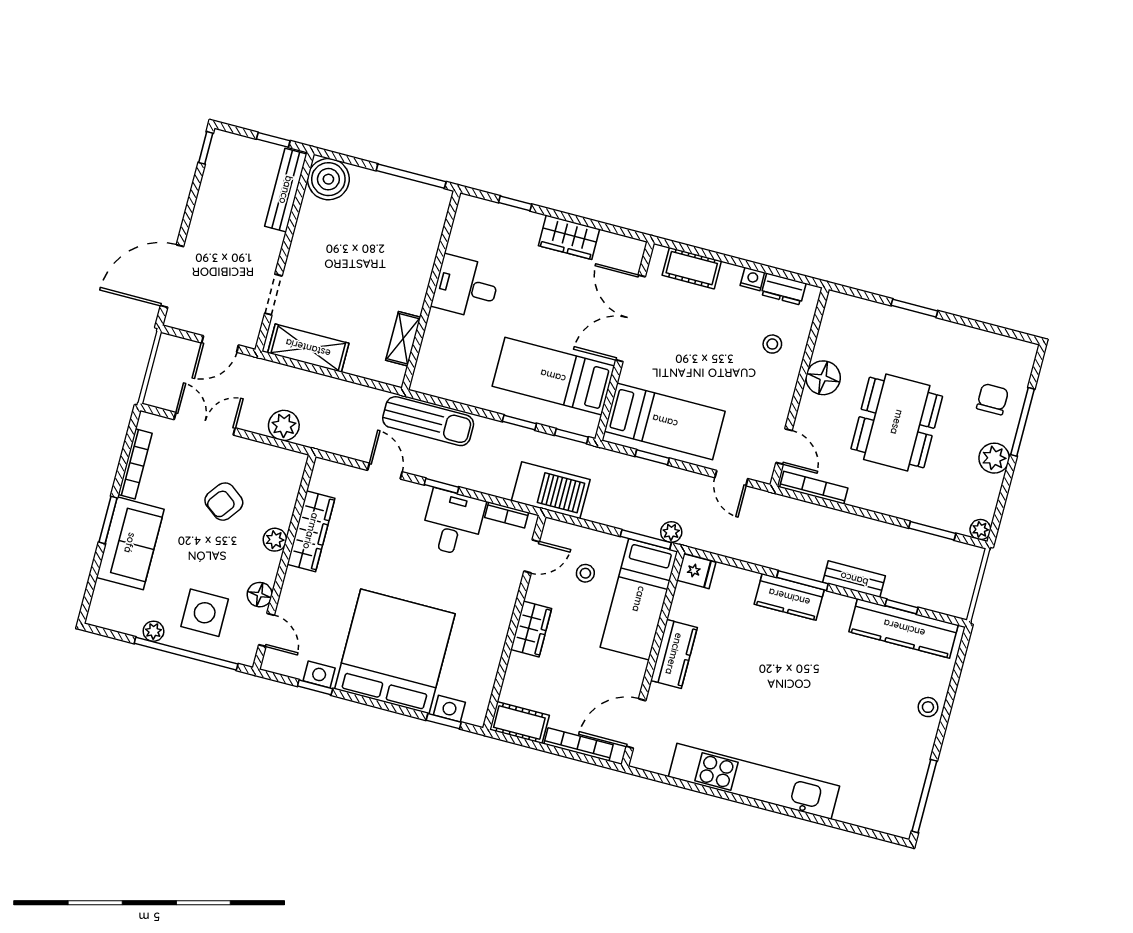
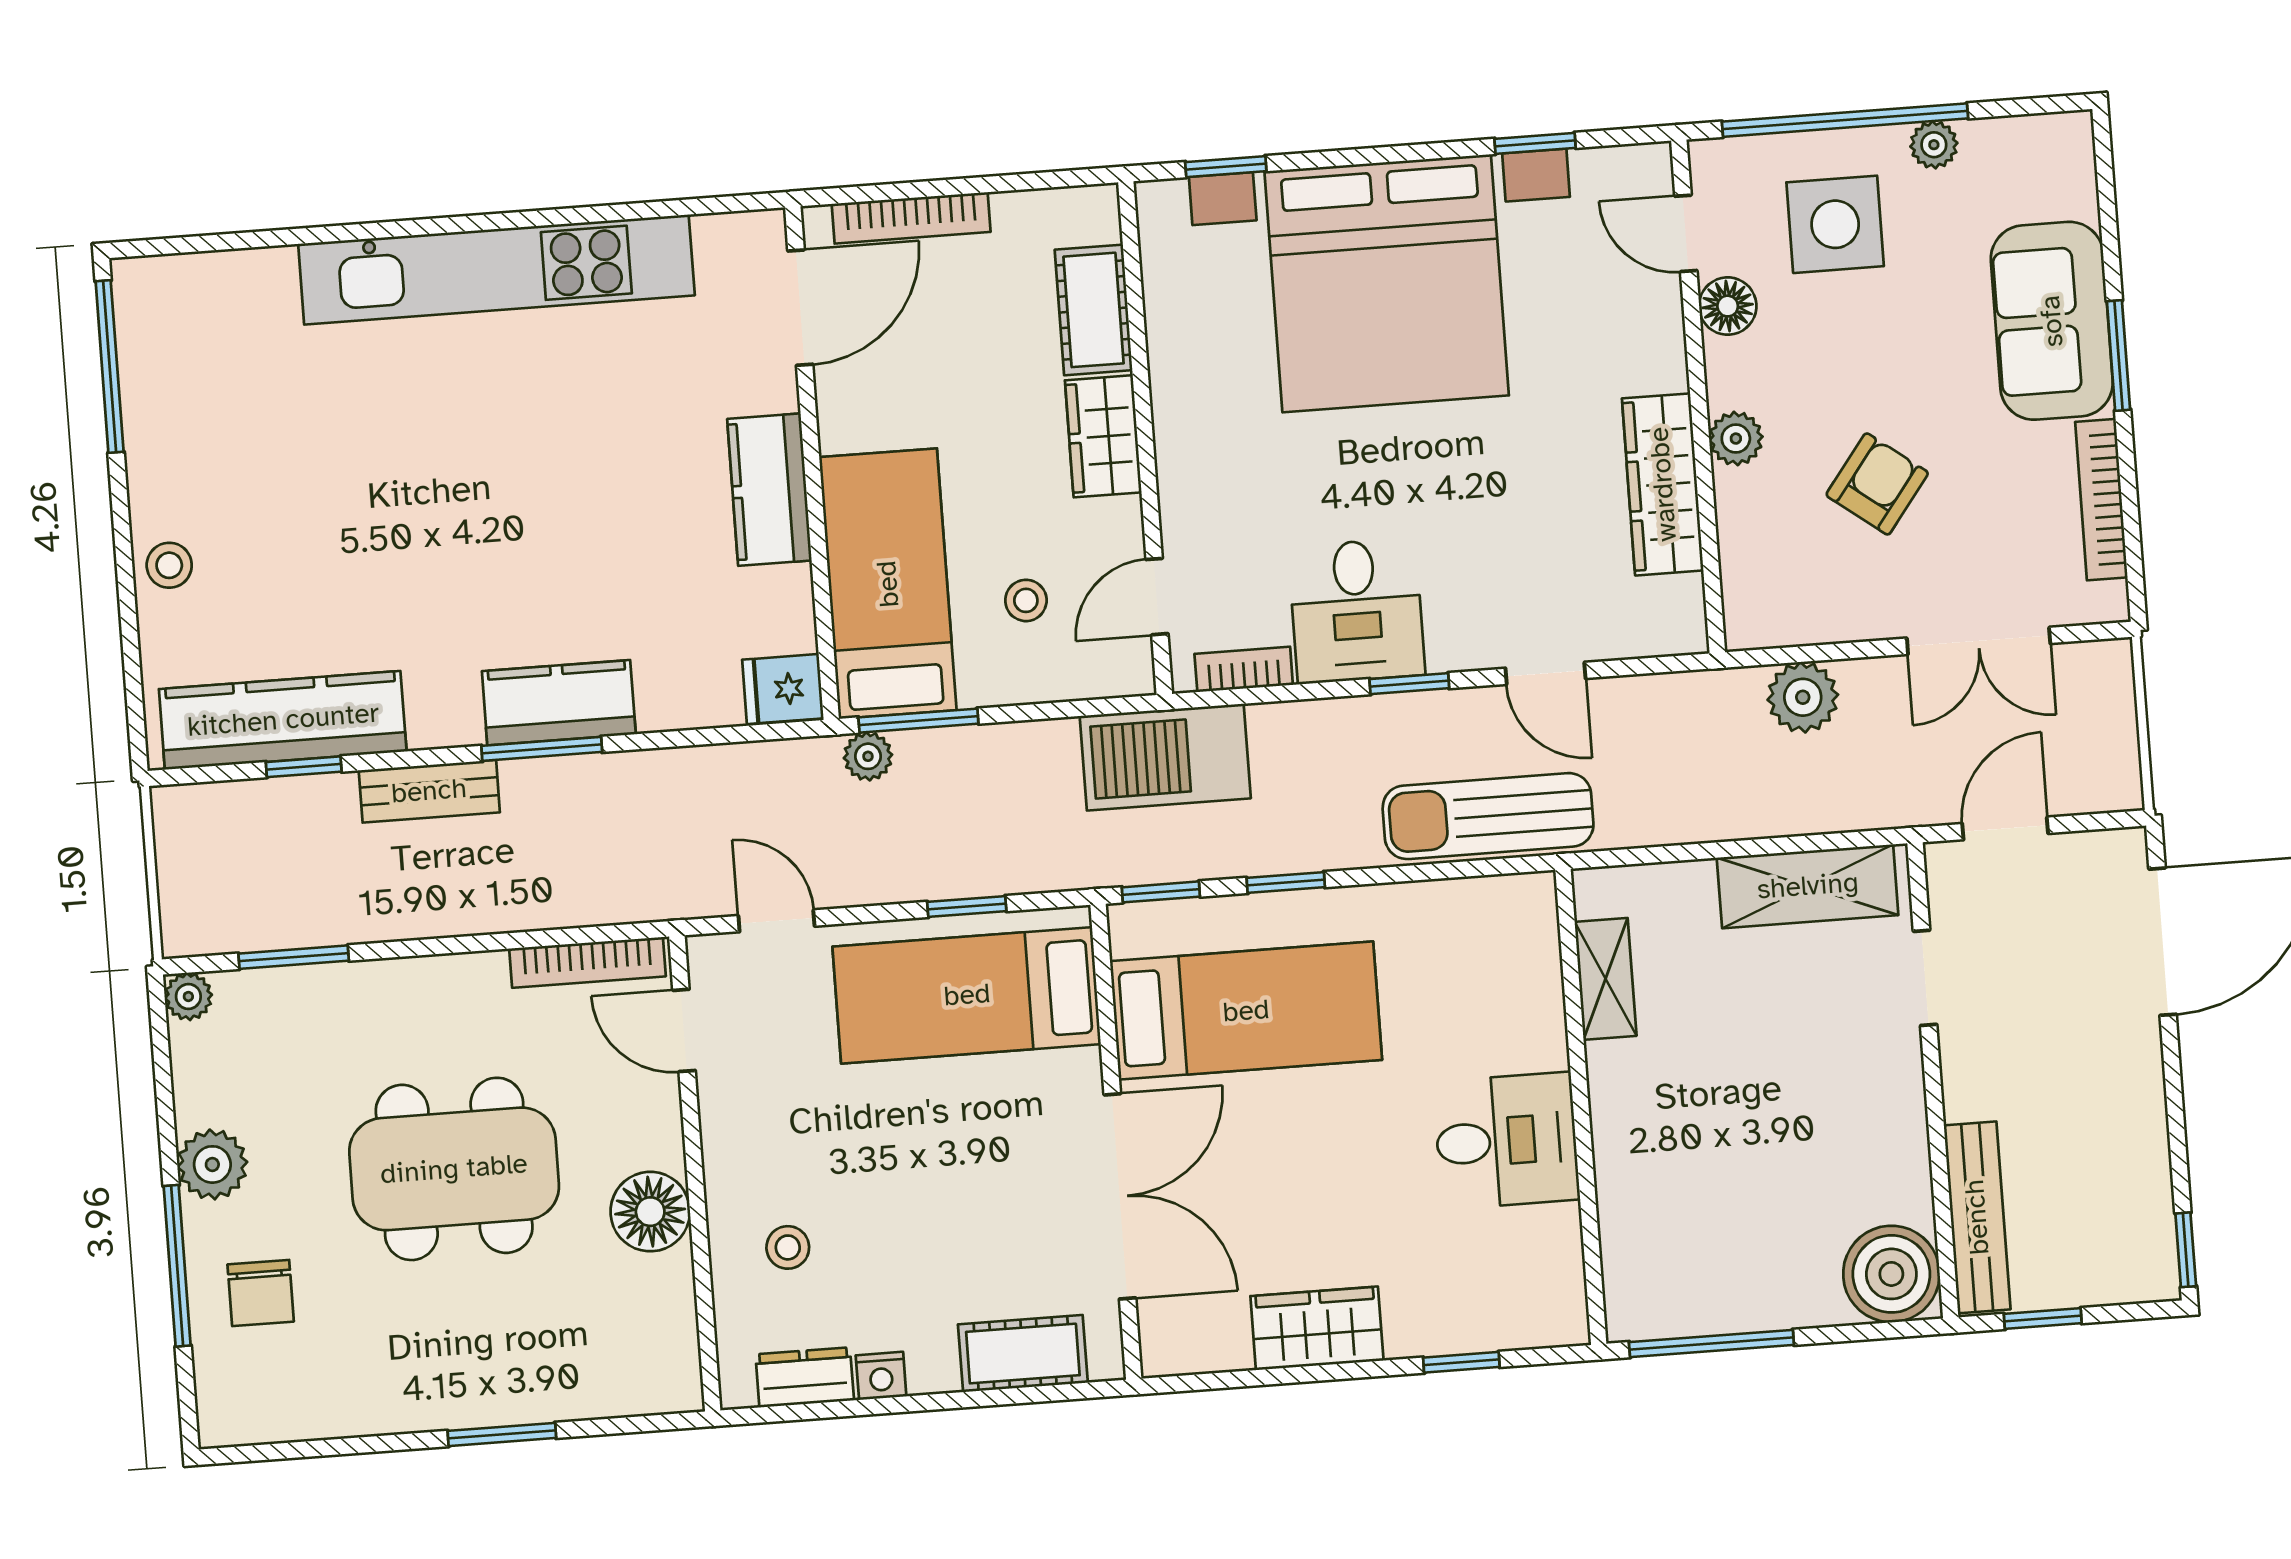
dining table: (897, 422) -> (454, 1169), turned 90
cot: (519, 723) -> (1094, 310), moved, turned 90

